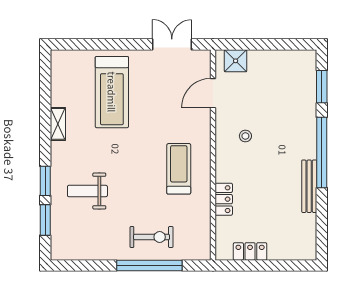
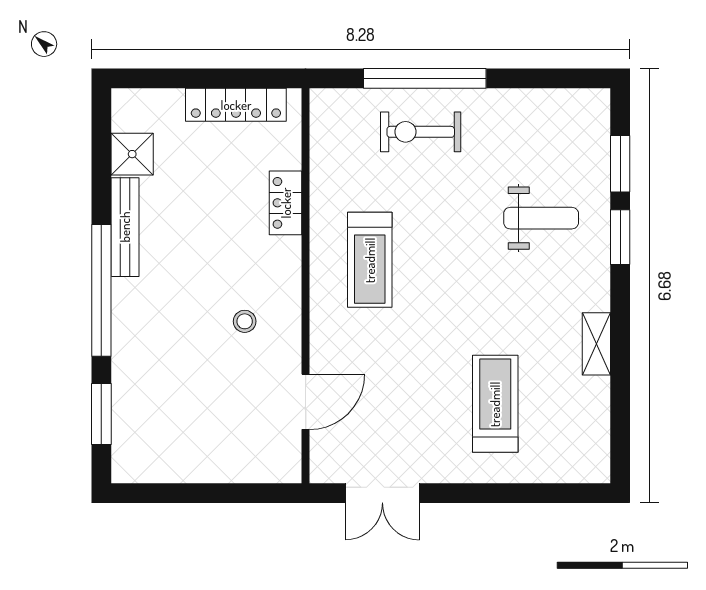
shower: (236, 61) -> (132, 154), moved
treadmill: (112, 92) -> (495, 404), width x0.73, depth x0.73
locker: (250, 251) -> (236, 105), width x1.53

